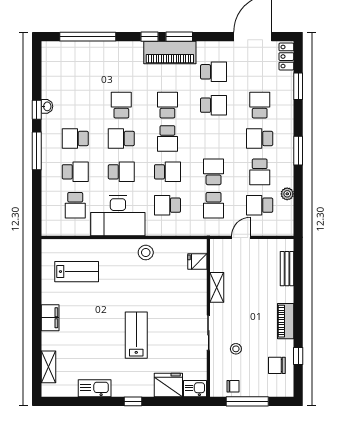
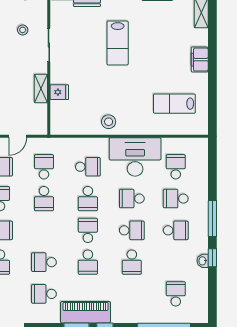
school desk: (75, 72) -> (176, 294), added
school desk: (167, 172) -> (88, 199), turned -90
fridge: (197, 261) -> (59, 92), moved

